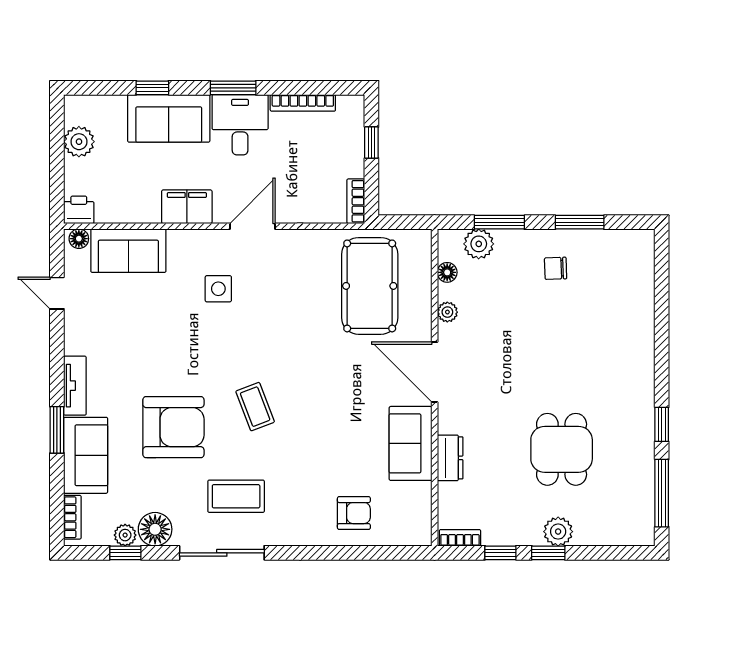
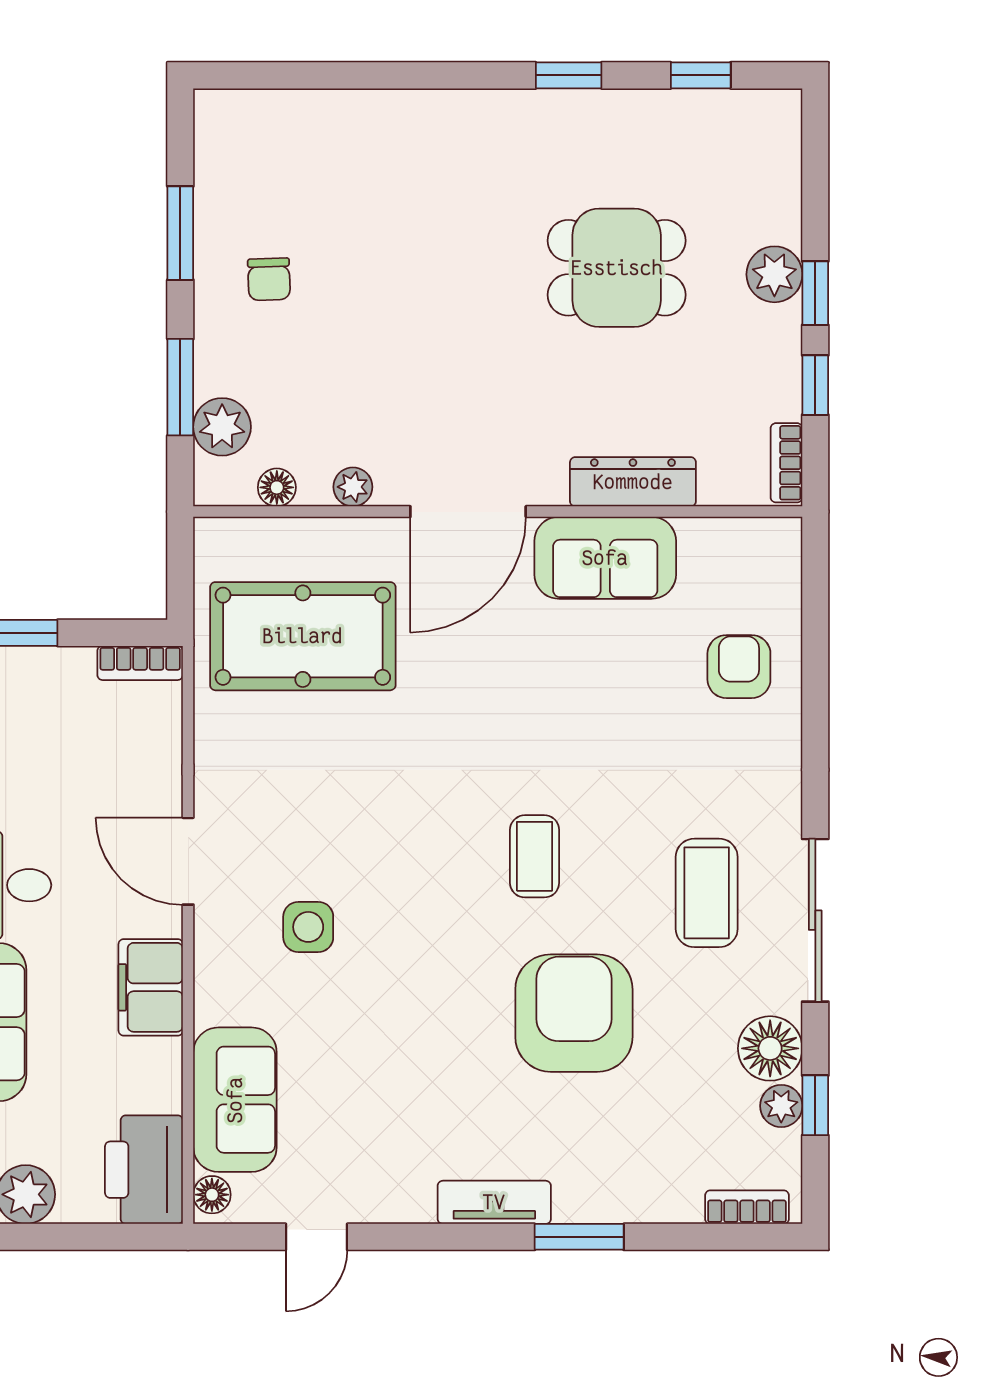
printer: (79, 210) -> (144, 1170), width x1.87, depth x1.48
coffee table: (255, 407) -> (535, 856), turned -69
sofa: (86, 455) -> (628, 1182), removed
dresser: (450, 458) -> (633, 482), width x1.44
window: (662, 493) -> (701, 75), width x0.46

